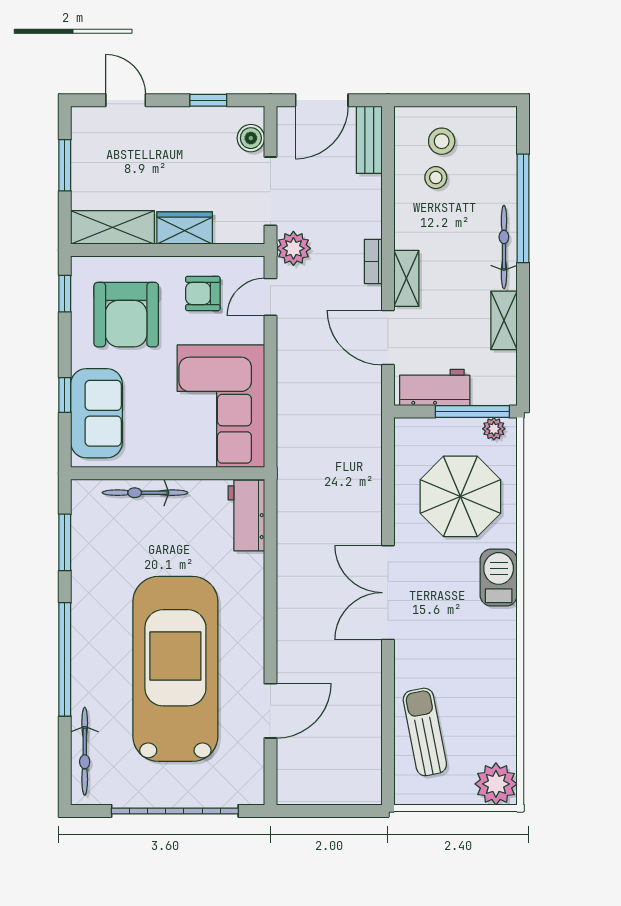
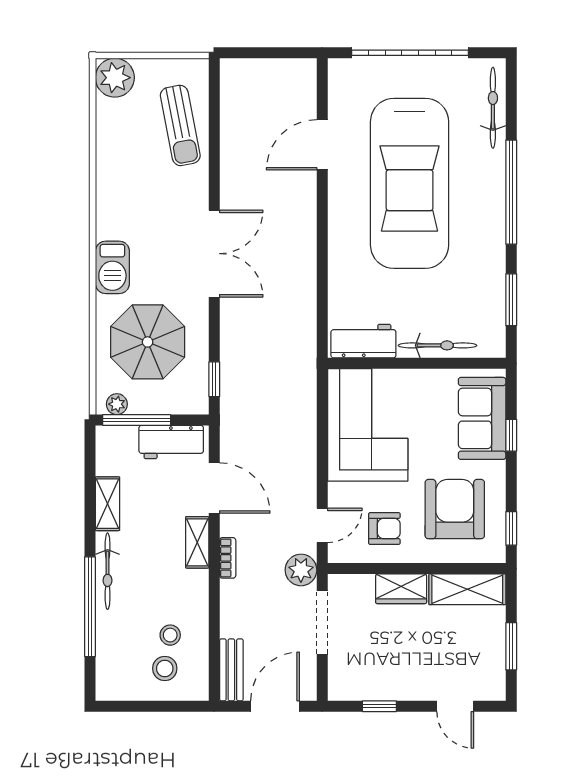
boiler: (251, 138) -> (340, 671), removed
window: (388, 456) -> (214, 379), added
workbench: (246, 515) -> (363, 341), moved, turned -90

